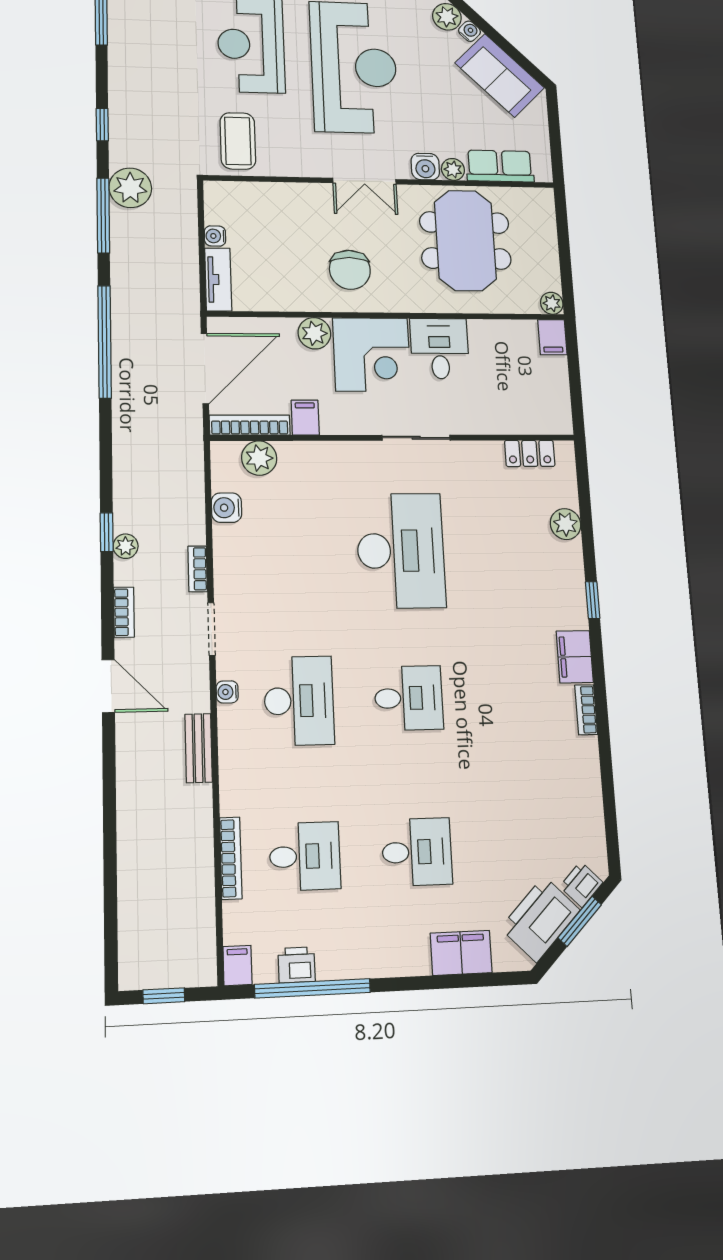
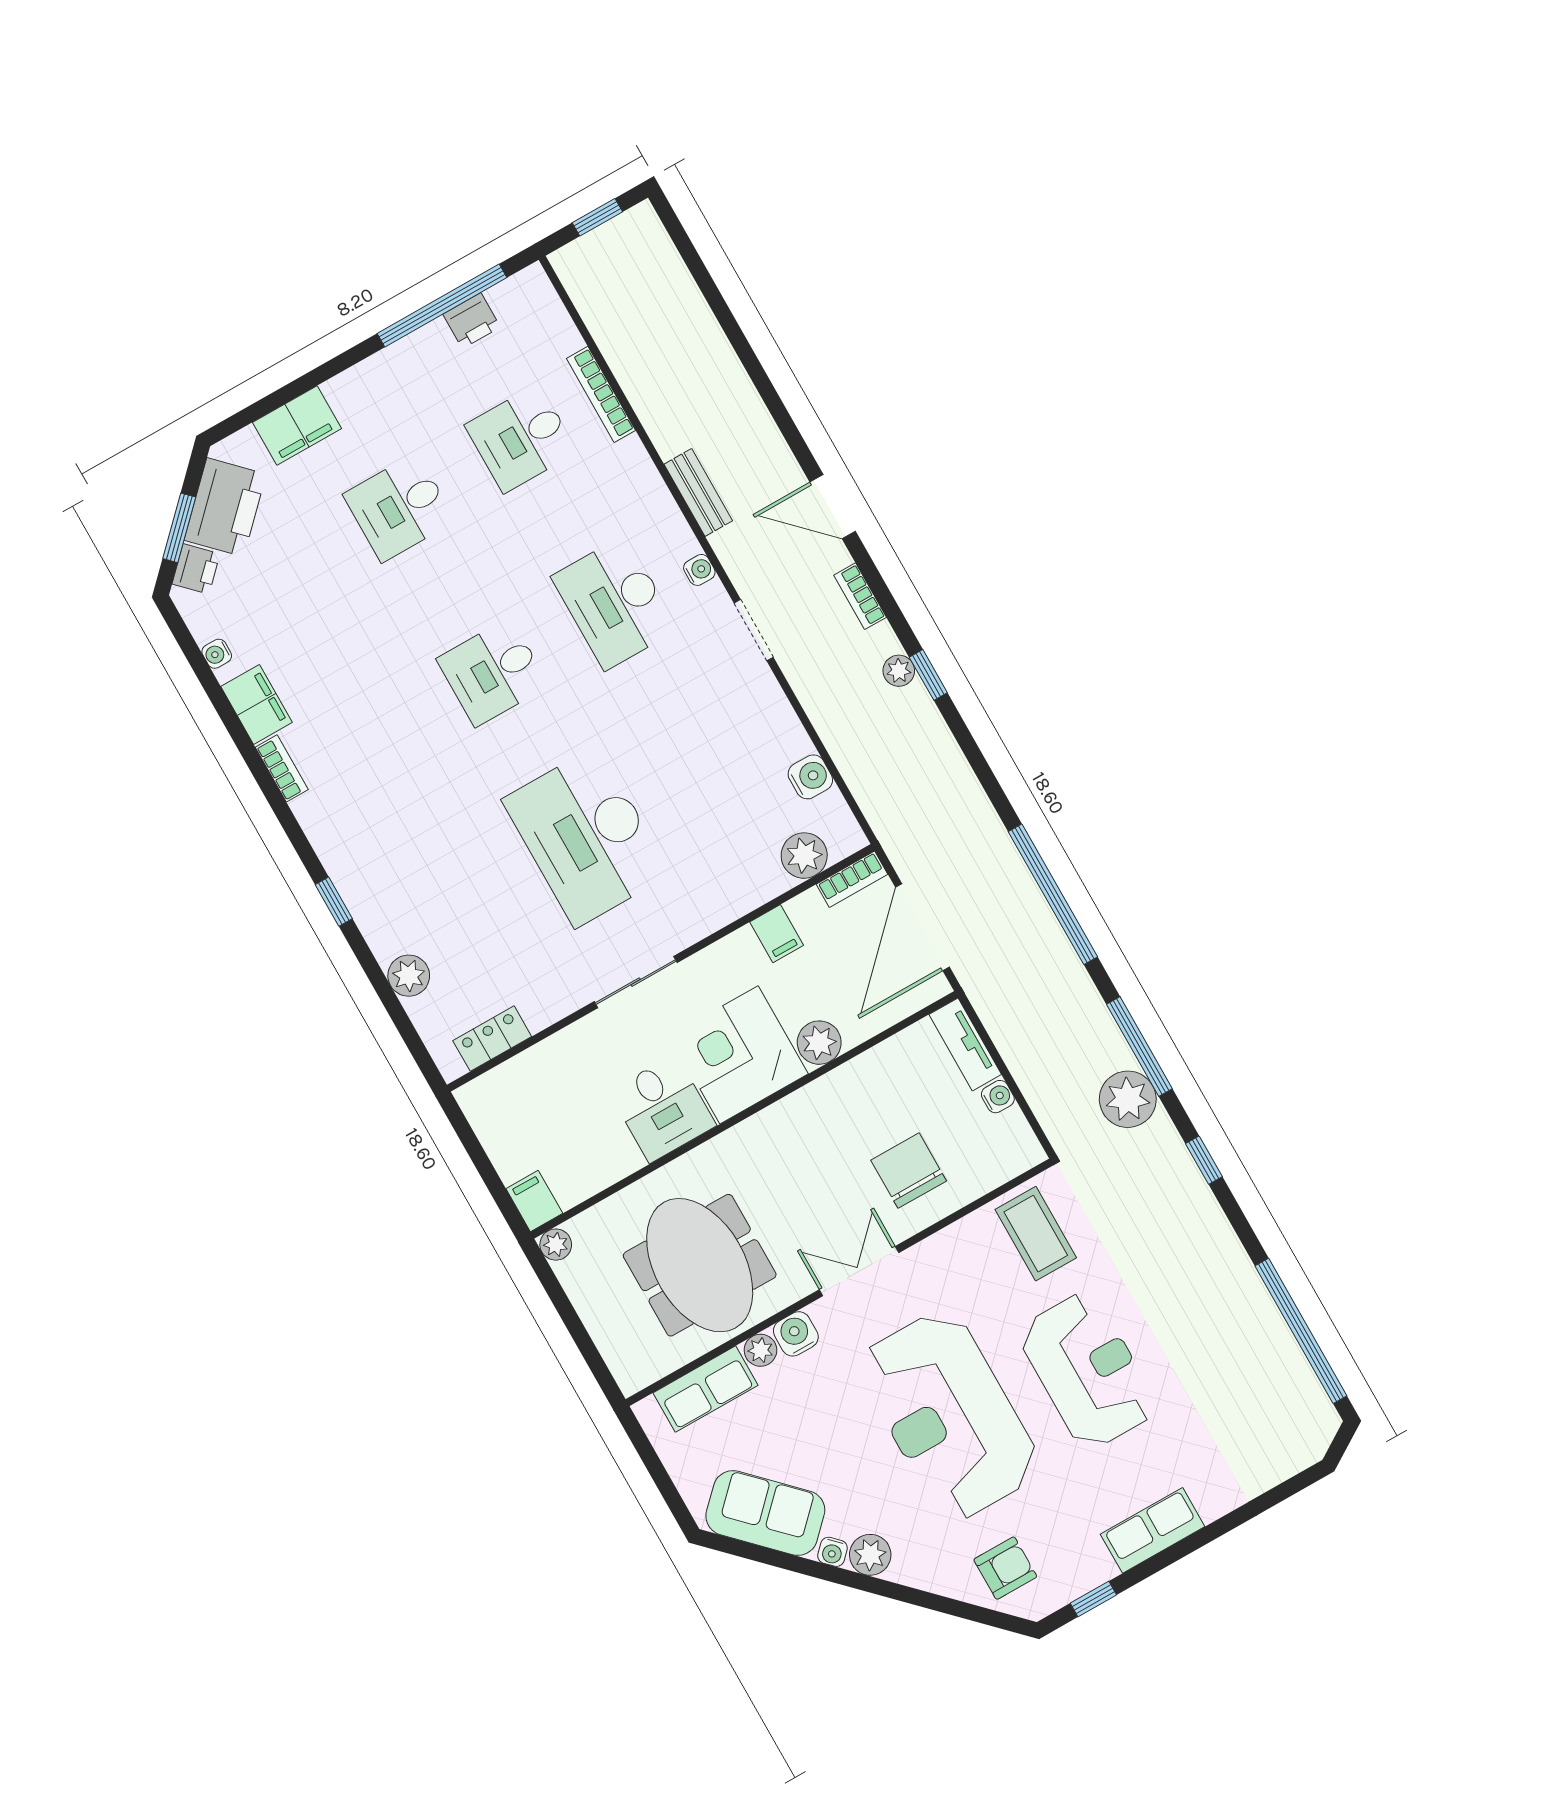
chair: (350, 270) -> (909, 1171), moved
bookcase: (250, 425) -> (852, 879), width x0.64
bookcase: (198, 569) -> (805, 689), removed
filing cabinet: (575, 657) -> (256, 704), moved
water cooler: (594, 815) -> (217, 654), added
filing cabinet: (237, 966) -> (535, 288), removed

